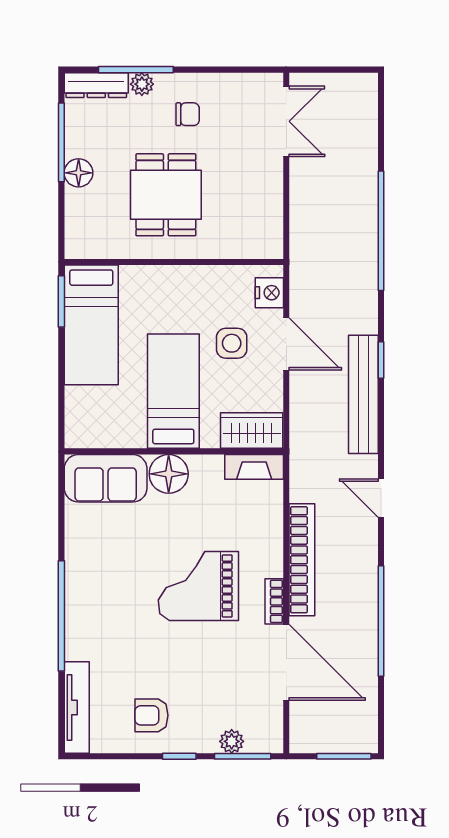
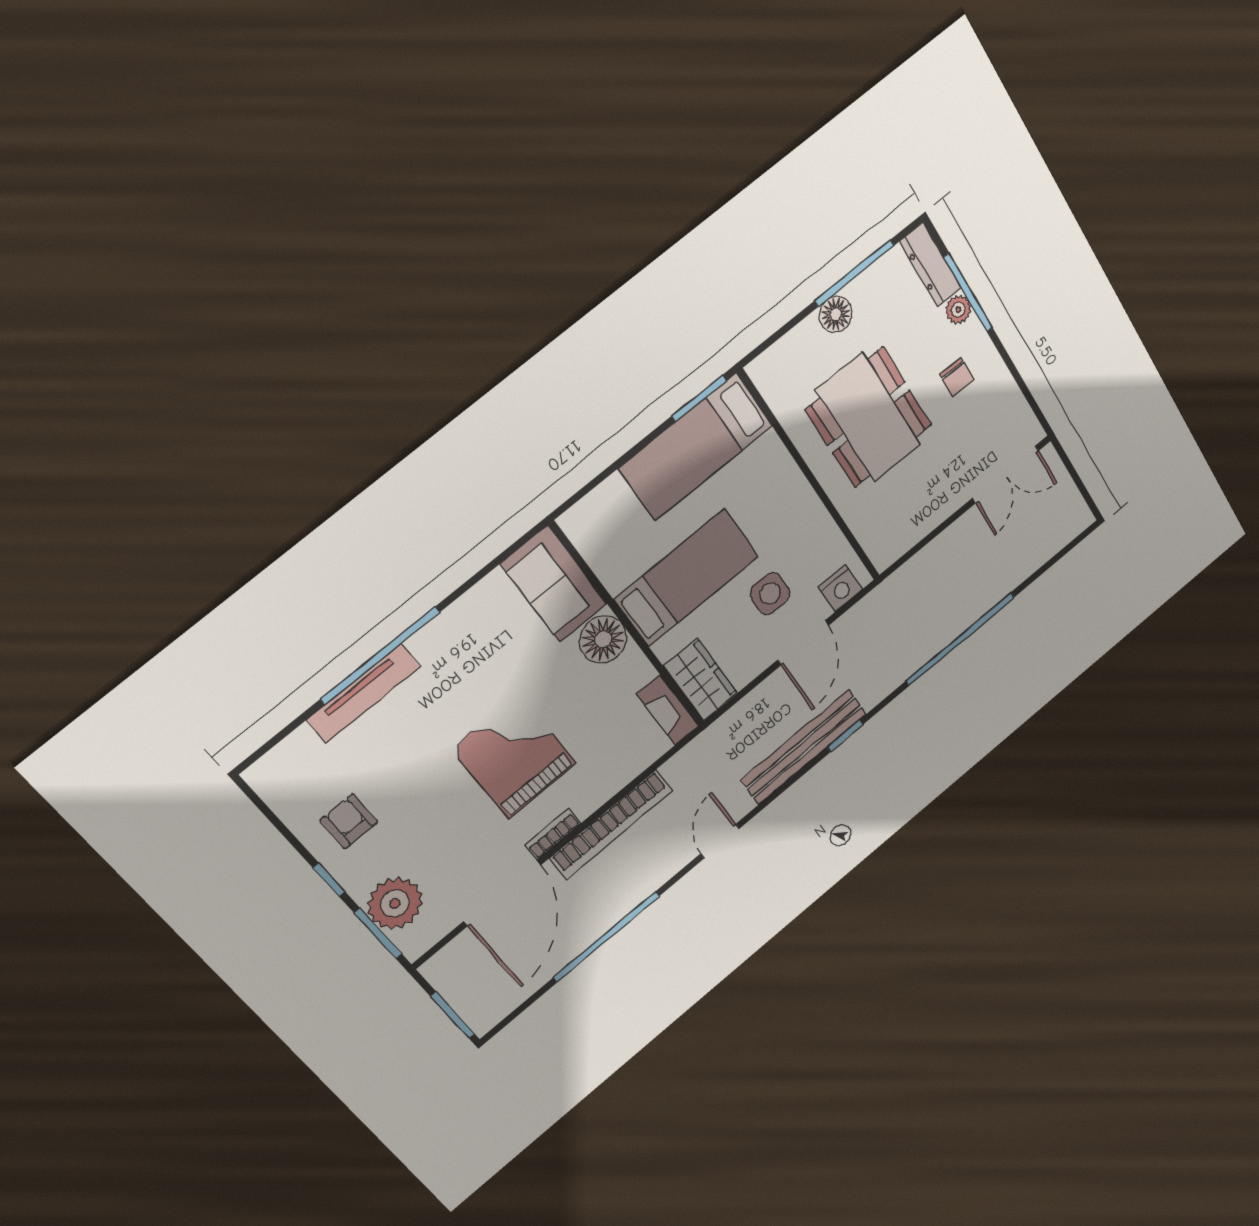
dining table: (166, 195) -> (869, 418), width x1.37
tv unit: (77, 708) -> (364, 693), moved
plant: (232, 741) -> (395, 903), width x1.88, depth x1.88

